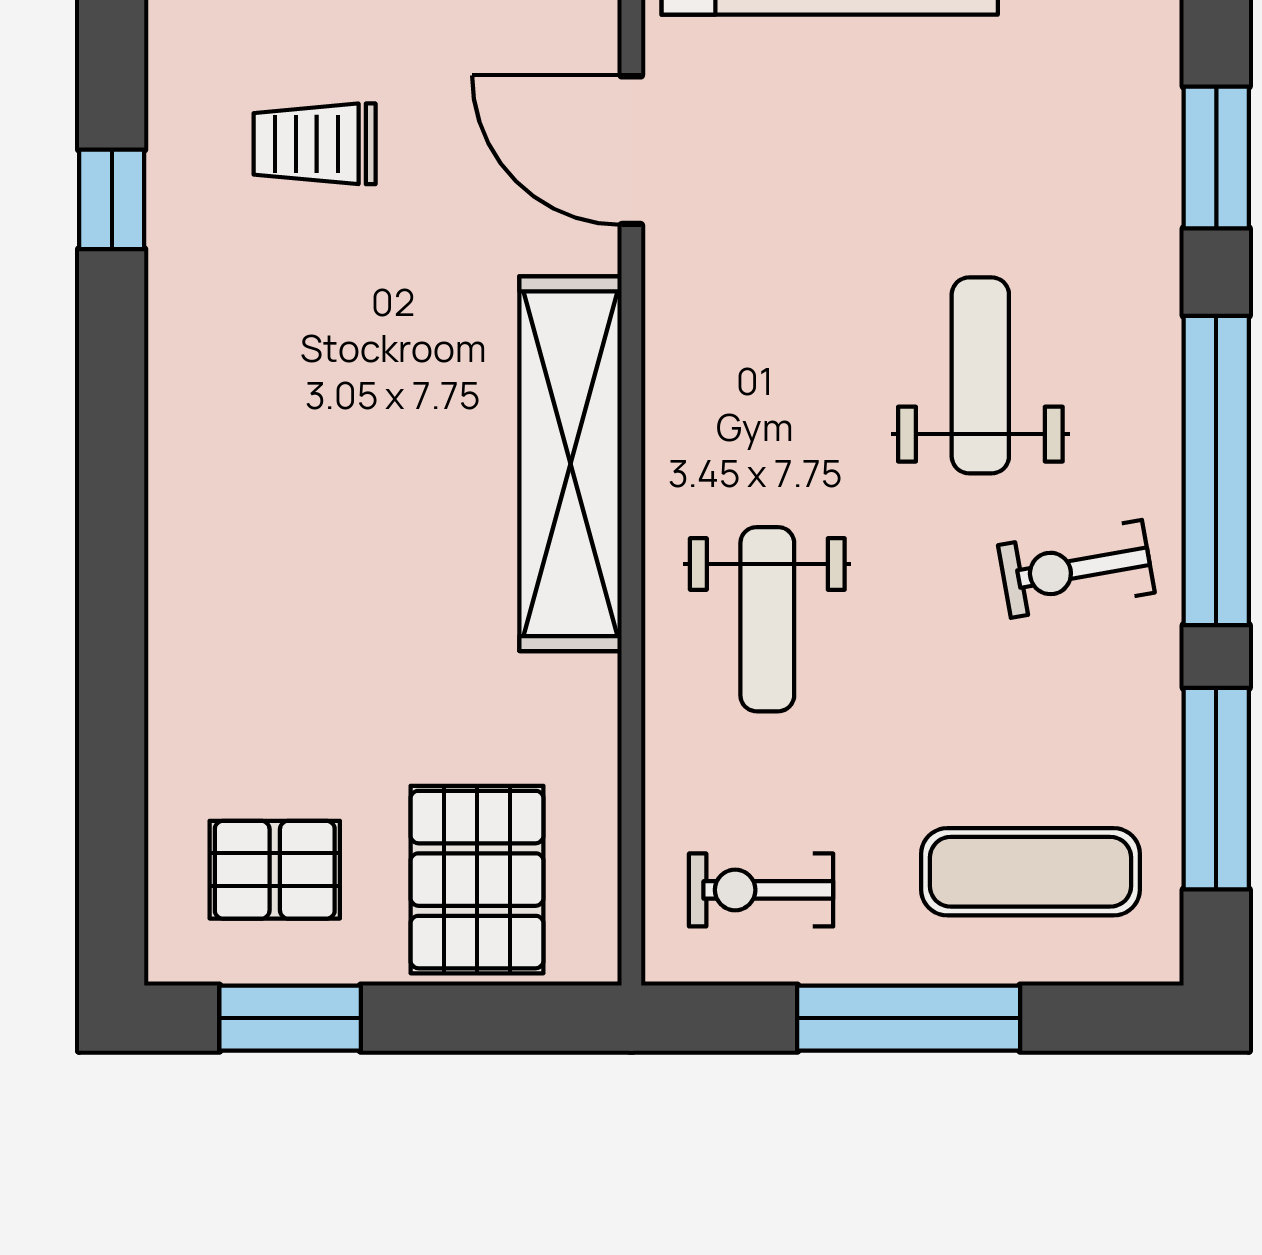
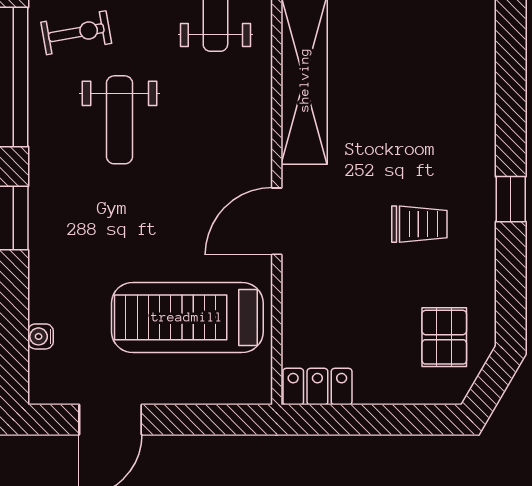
door: (631, 150) -> (277, 221), swing flipped

